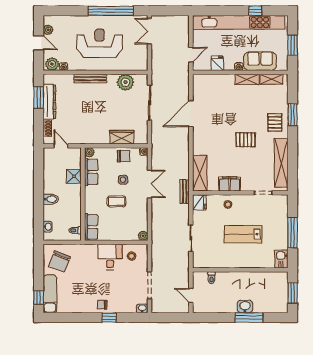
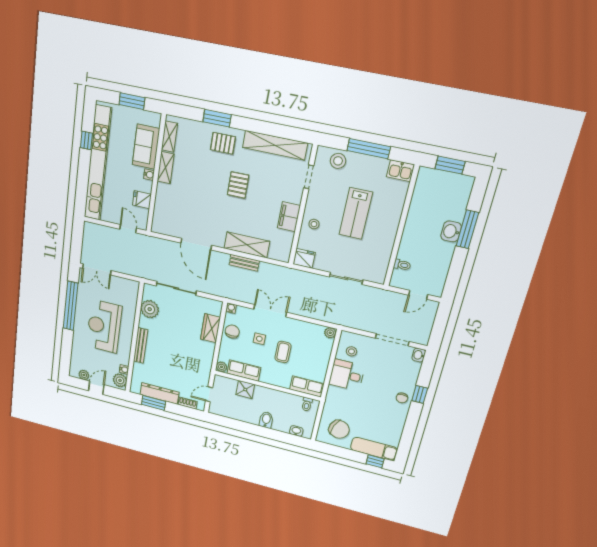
shelving: (200, 173) -> (247, 245), moved
bench: (185, 192) -> (244, 263), moved
stool: (279, 212) -> (338, 161), added

